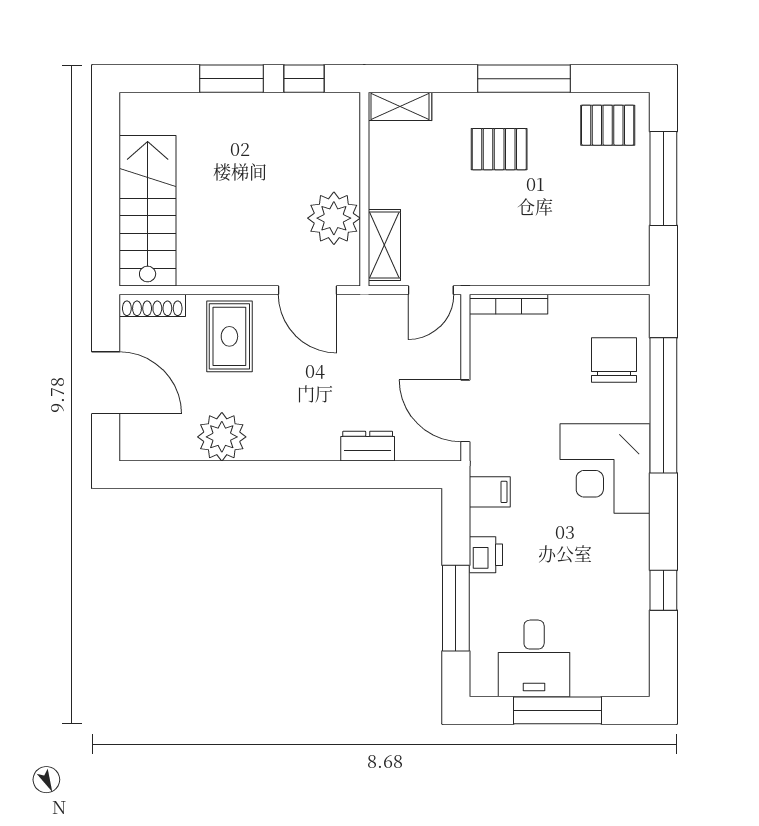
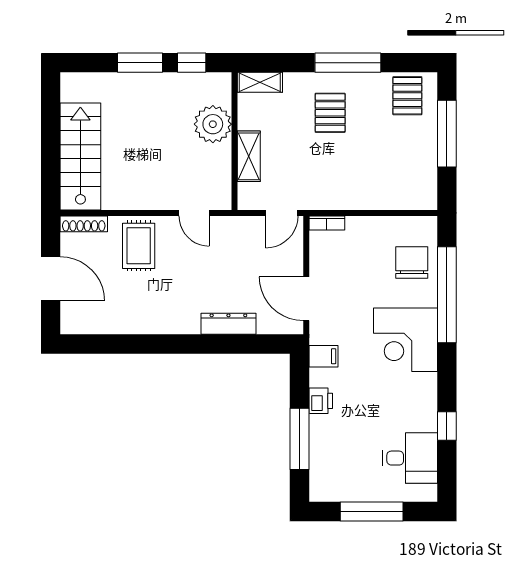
pallet: (608, 125) -> (407, 96), turned 90
pallet: (499, 149) -> (330, 113), turned 90
plant: (334, 218) -> (213, 124), moved
shelving: (384, 245) -> (249, 156), moved
door: (308, 290) -> (194, 213), width x0.73
bookcase: (509, 304) -> (327, 223), width x0.64
plant: (222, 437) -> (133, 317), removed
dresser: (368, 446) -> (228, 324), width x1.44
desk: (534, 658) -> (410, 458), moved, turned -90

